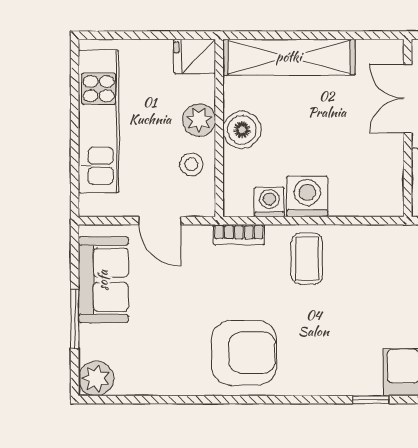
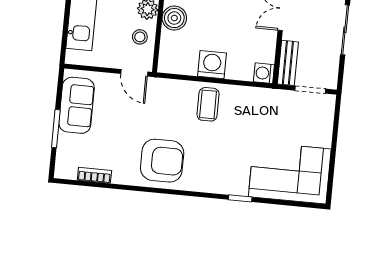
washing machine: (269, 202) -> (264, 73), moved, turned -90
door: (160, 221) -> (134, 73), moved
bookcase: (239, 235) -> (94, 175), moved, turned 180
plant: (96, 378) -> (66, 168), removed

